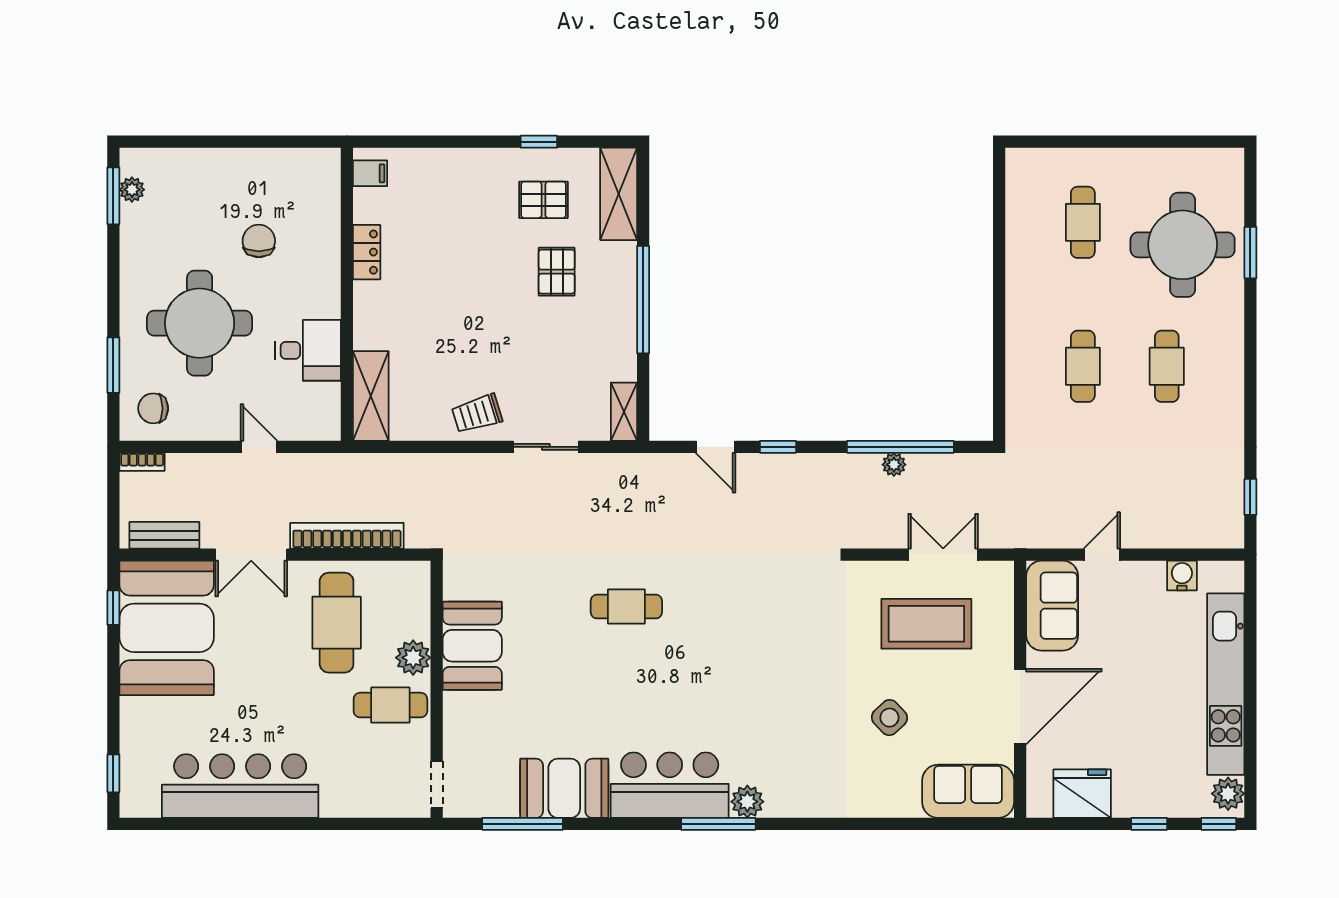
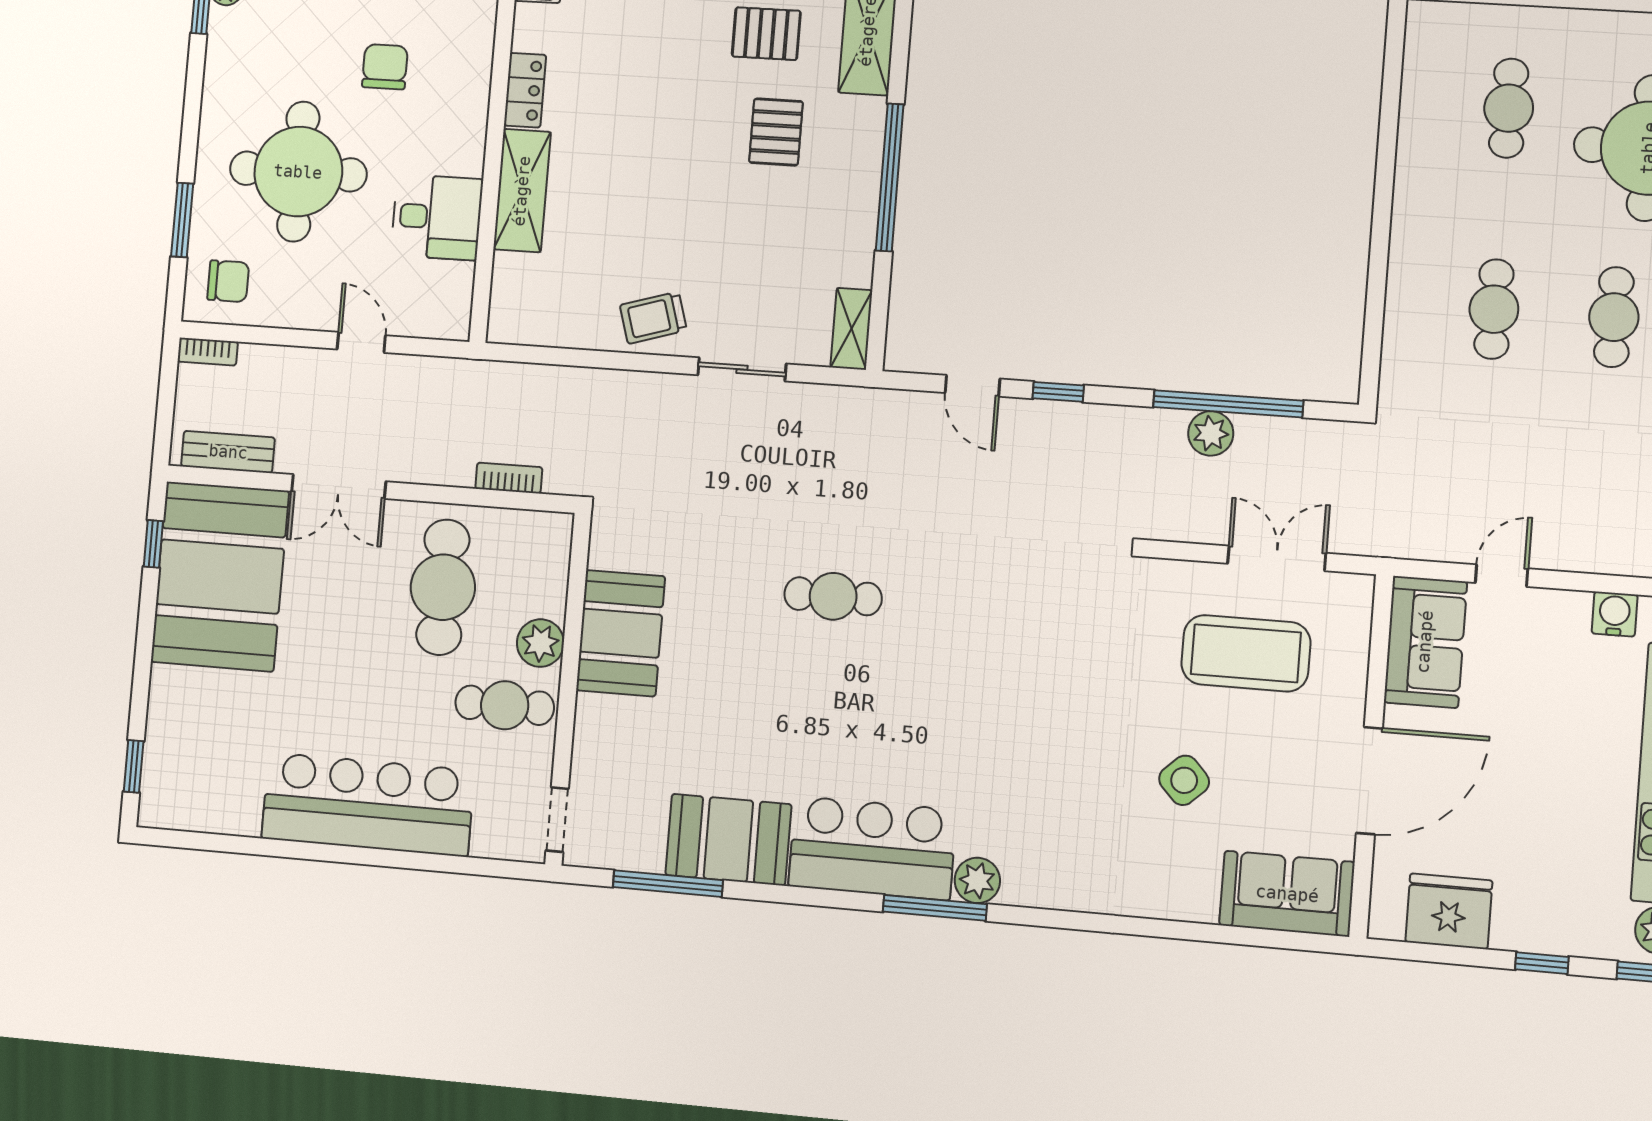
shelving: (371, 396) -> (522, 191), moved
chair: (153, 408) -> (228, 281), turned 180
plant: (894, 465) -> (1211, 433), width x1.38, depth x1.38
bookcase: (347, 536) -> (509, 478), width x0.43, depth x0.76
bar counter: (240, 786) -> (368, 804), moved

